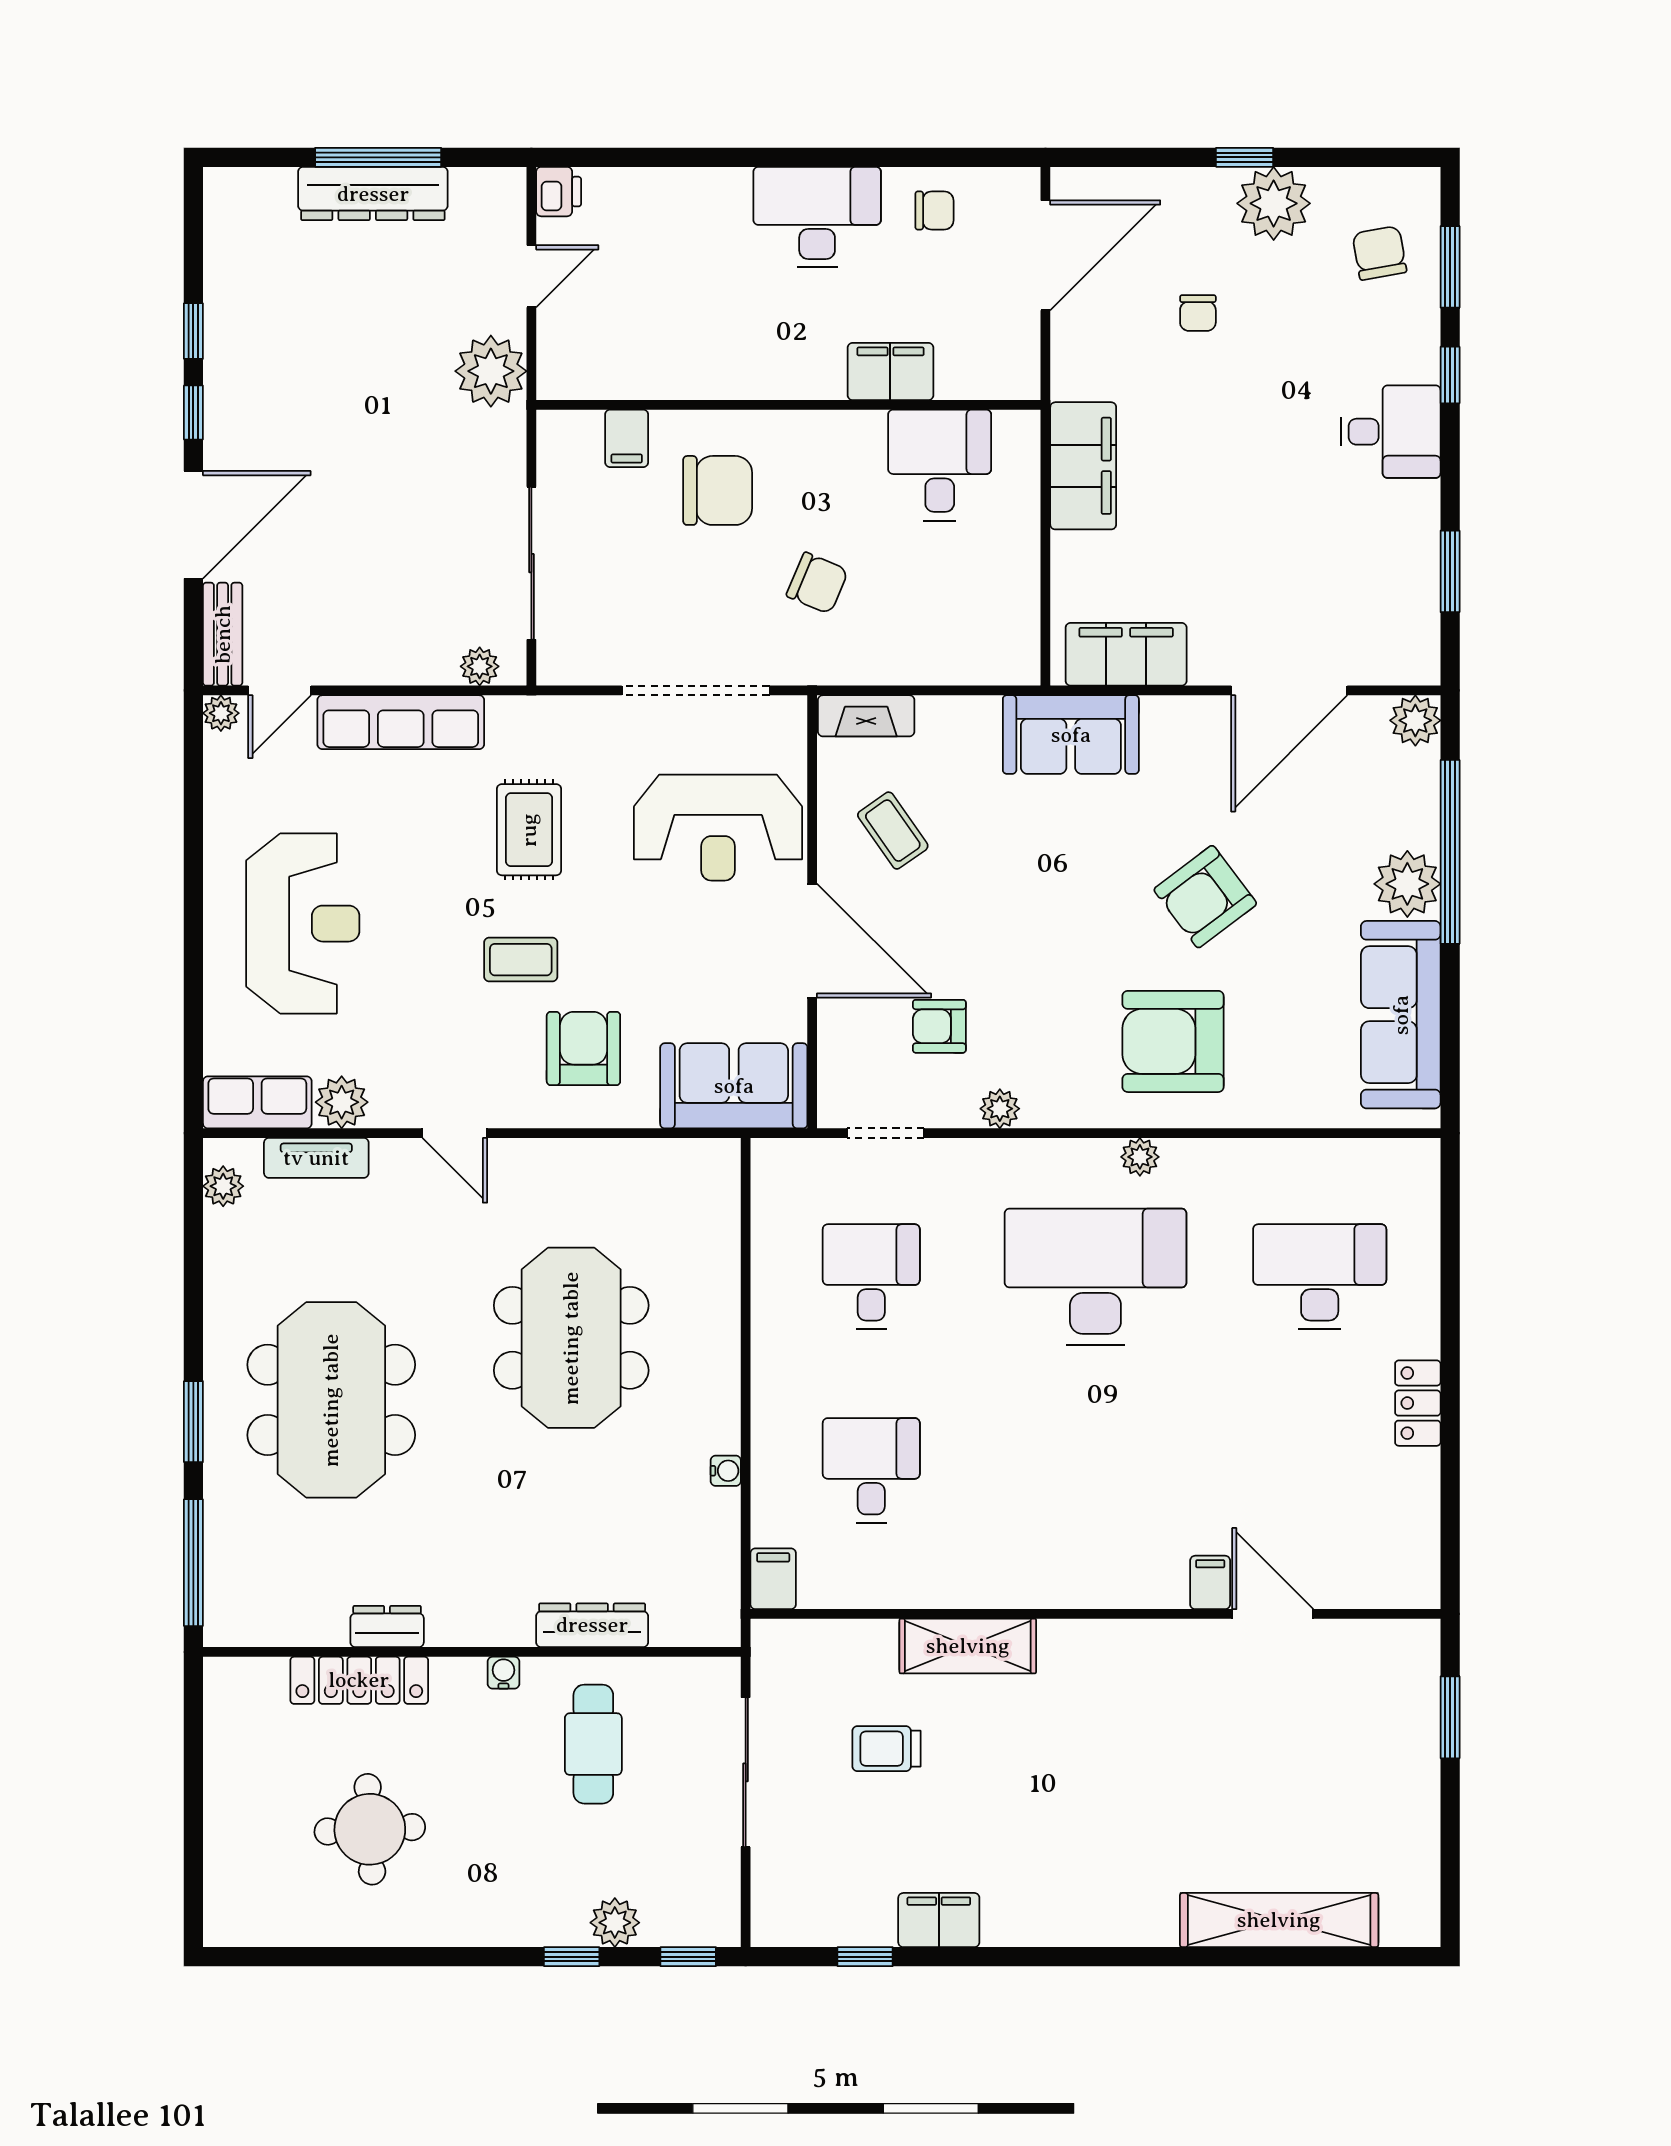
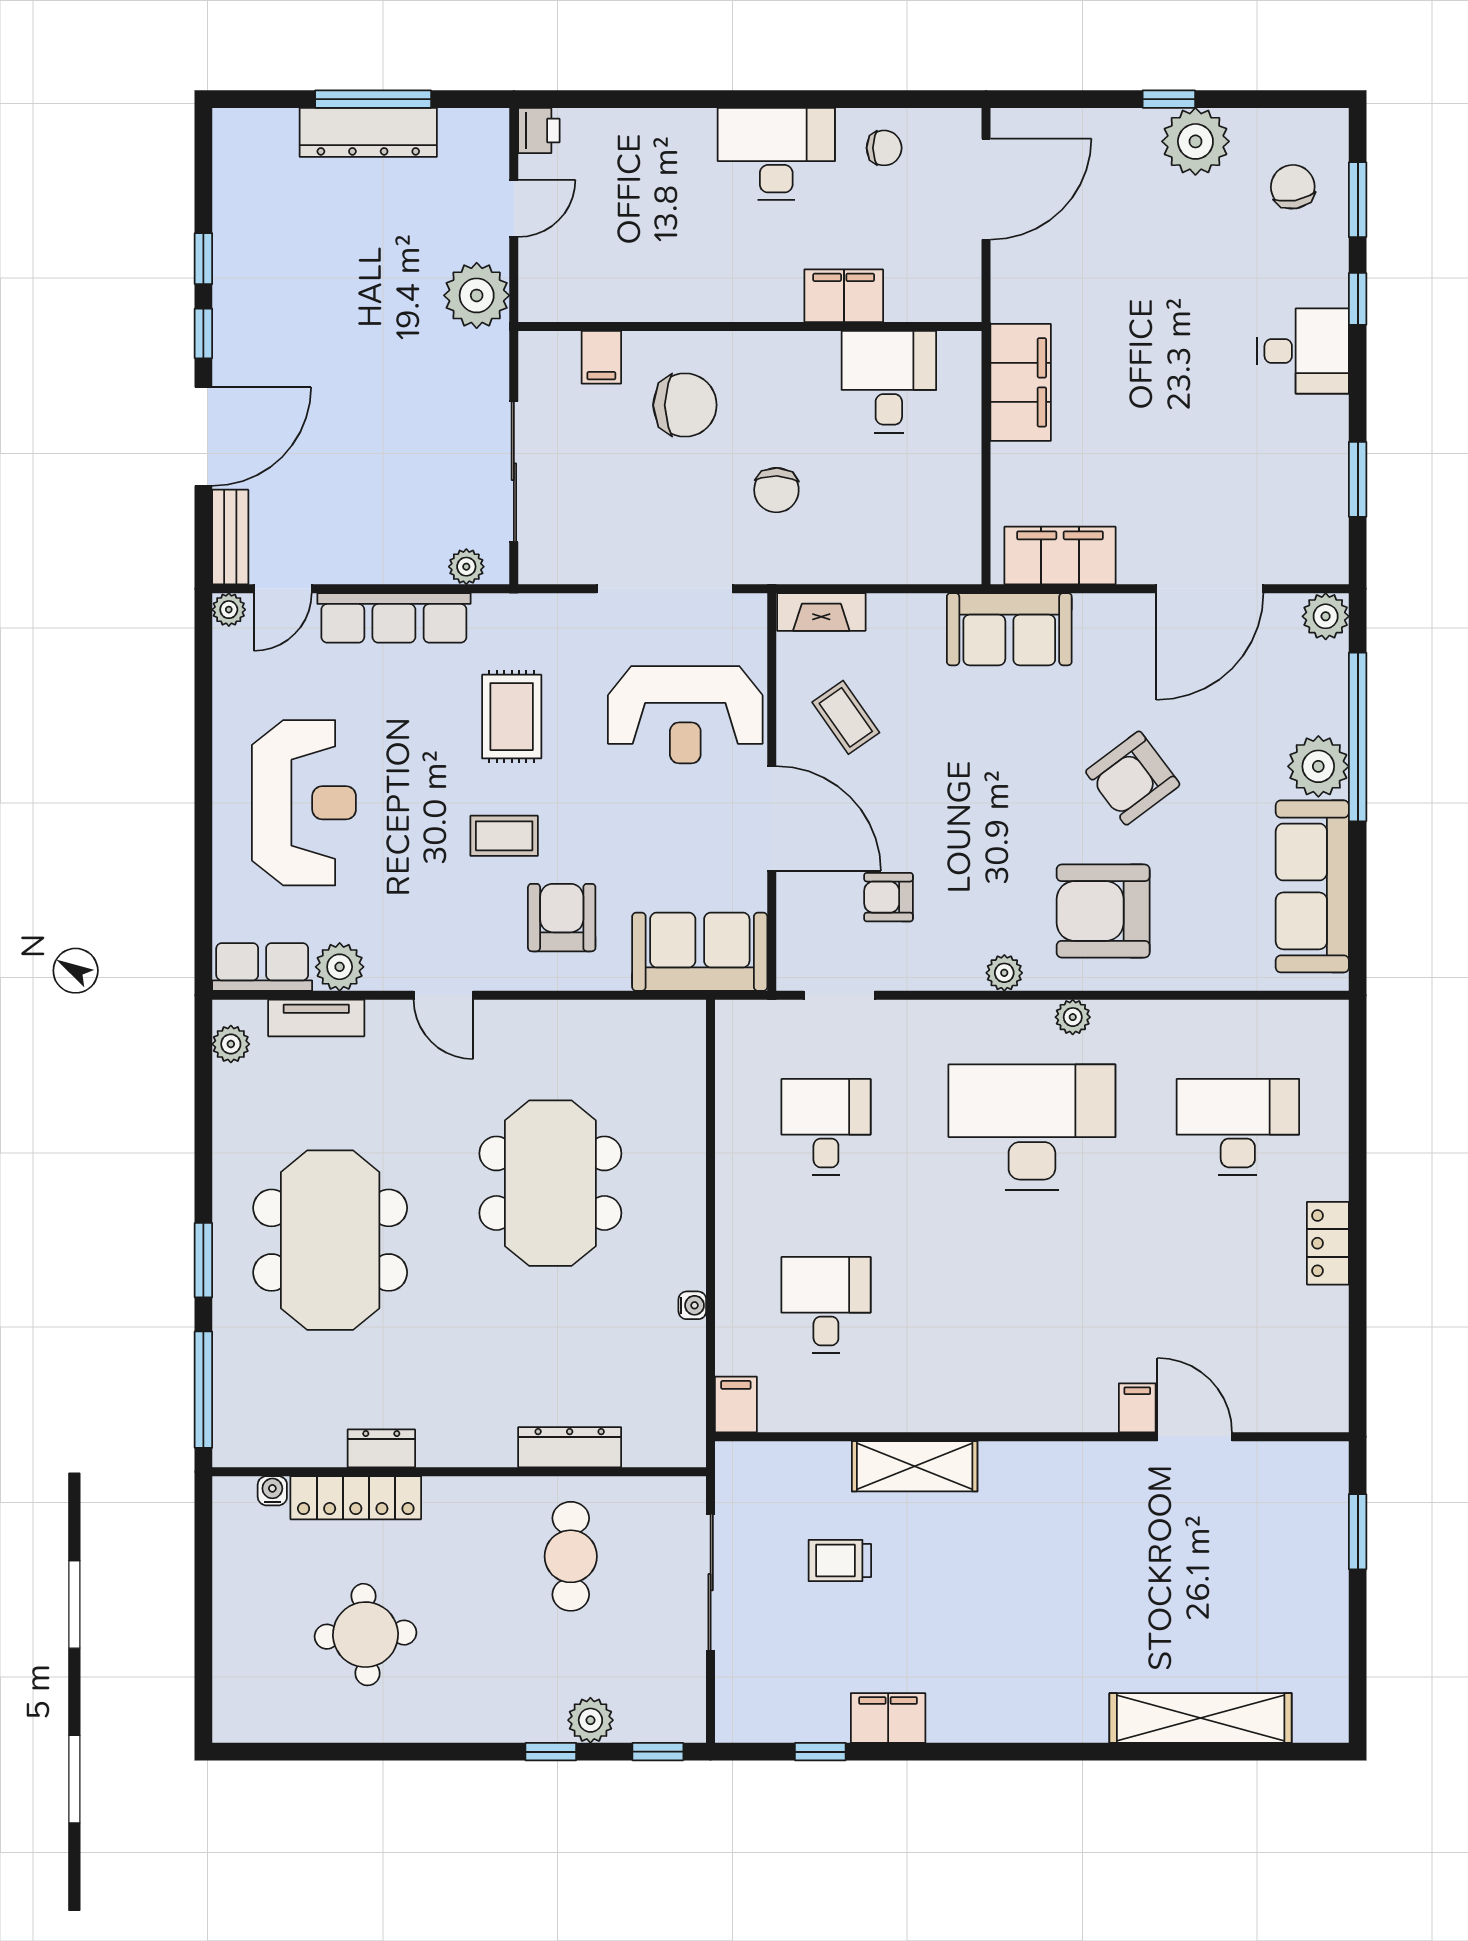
chair: (1198, 313) -> (1126, 242), removed
chair: (817, 583) -> (776, 490), turned 69
plant: (1000, 1109) -> (1004, 973), moved
water cooler: (503, 1673) -> (272, 1491), moved

